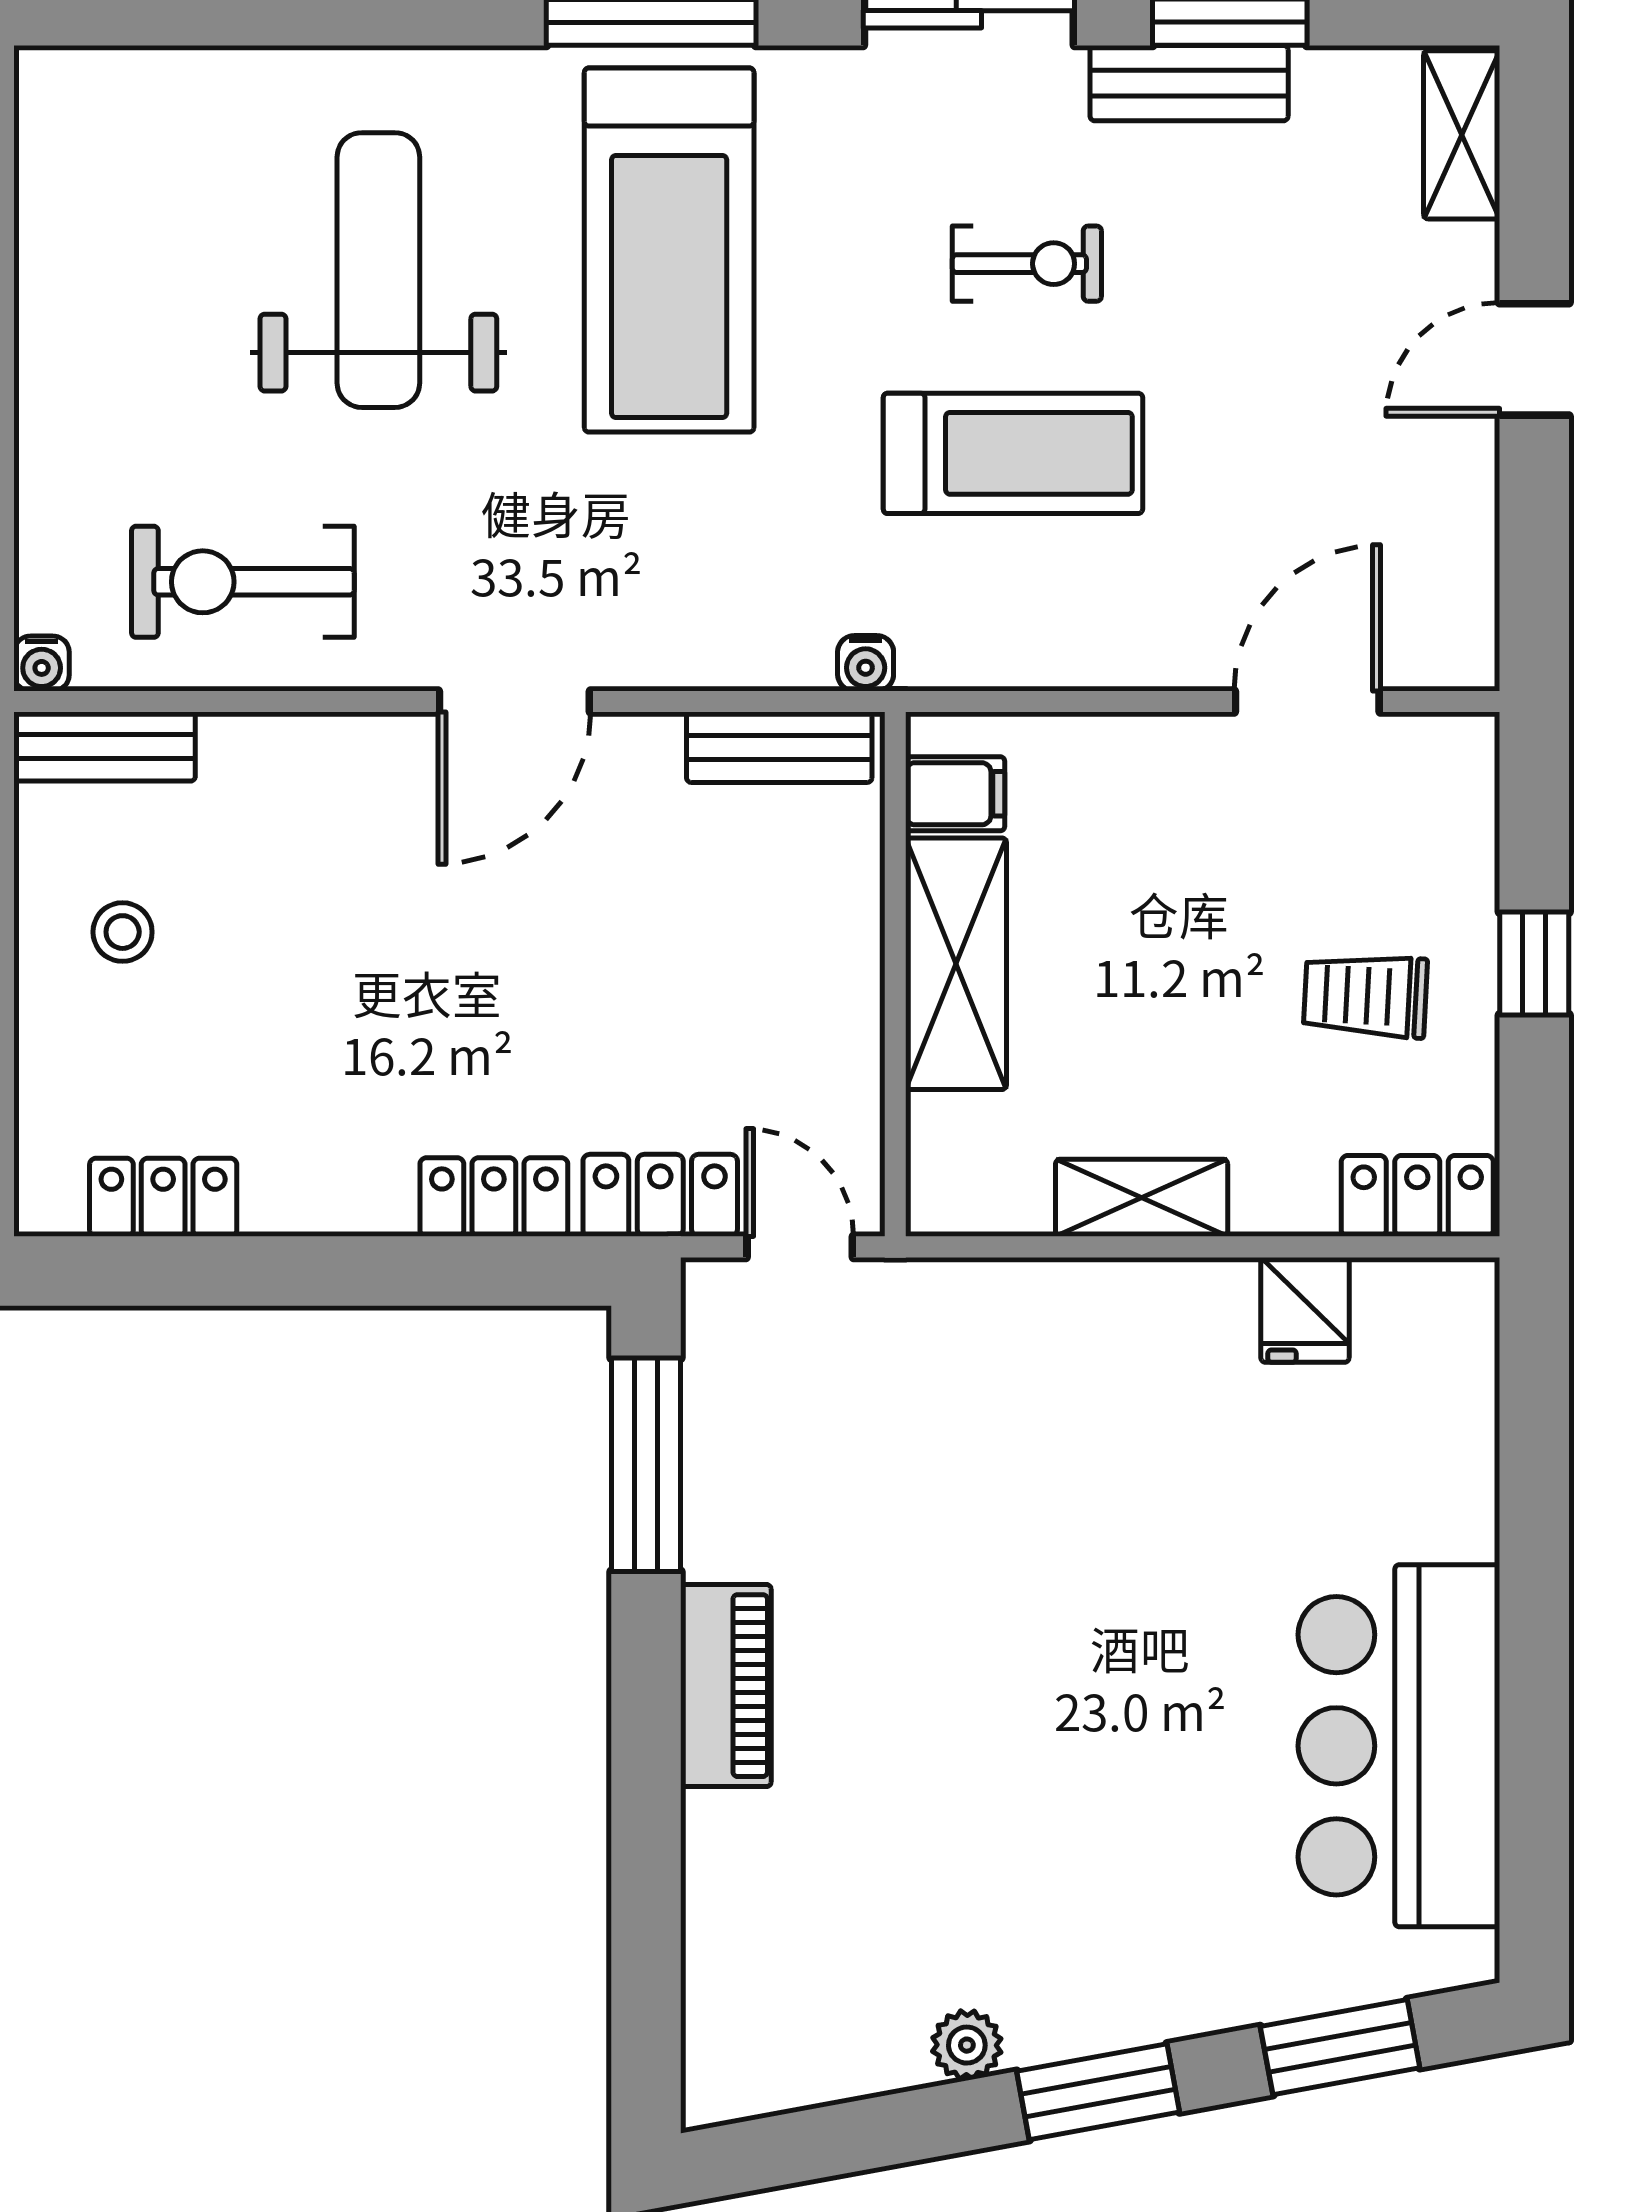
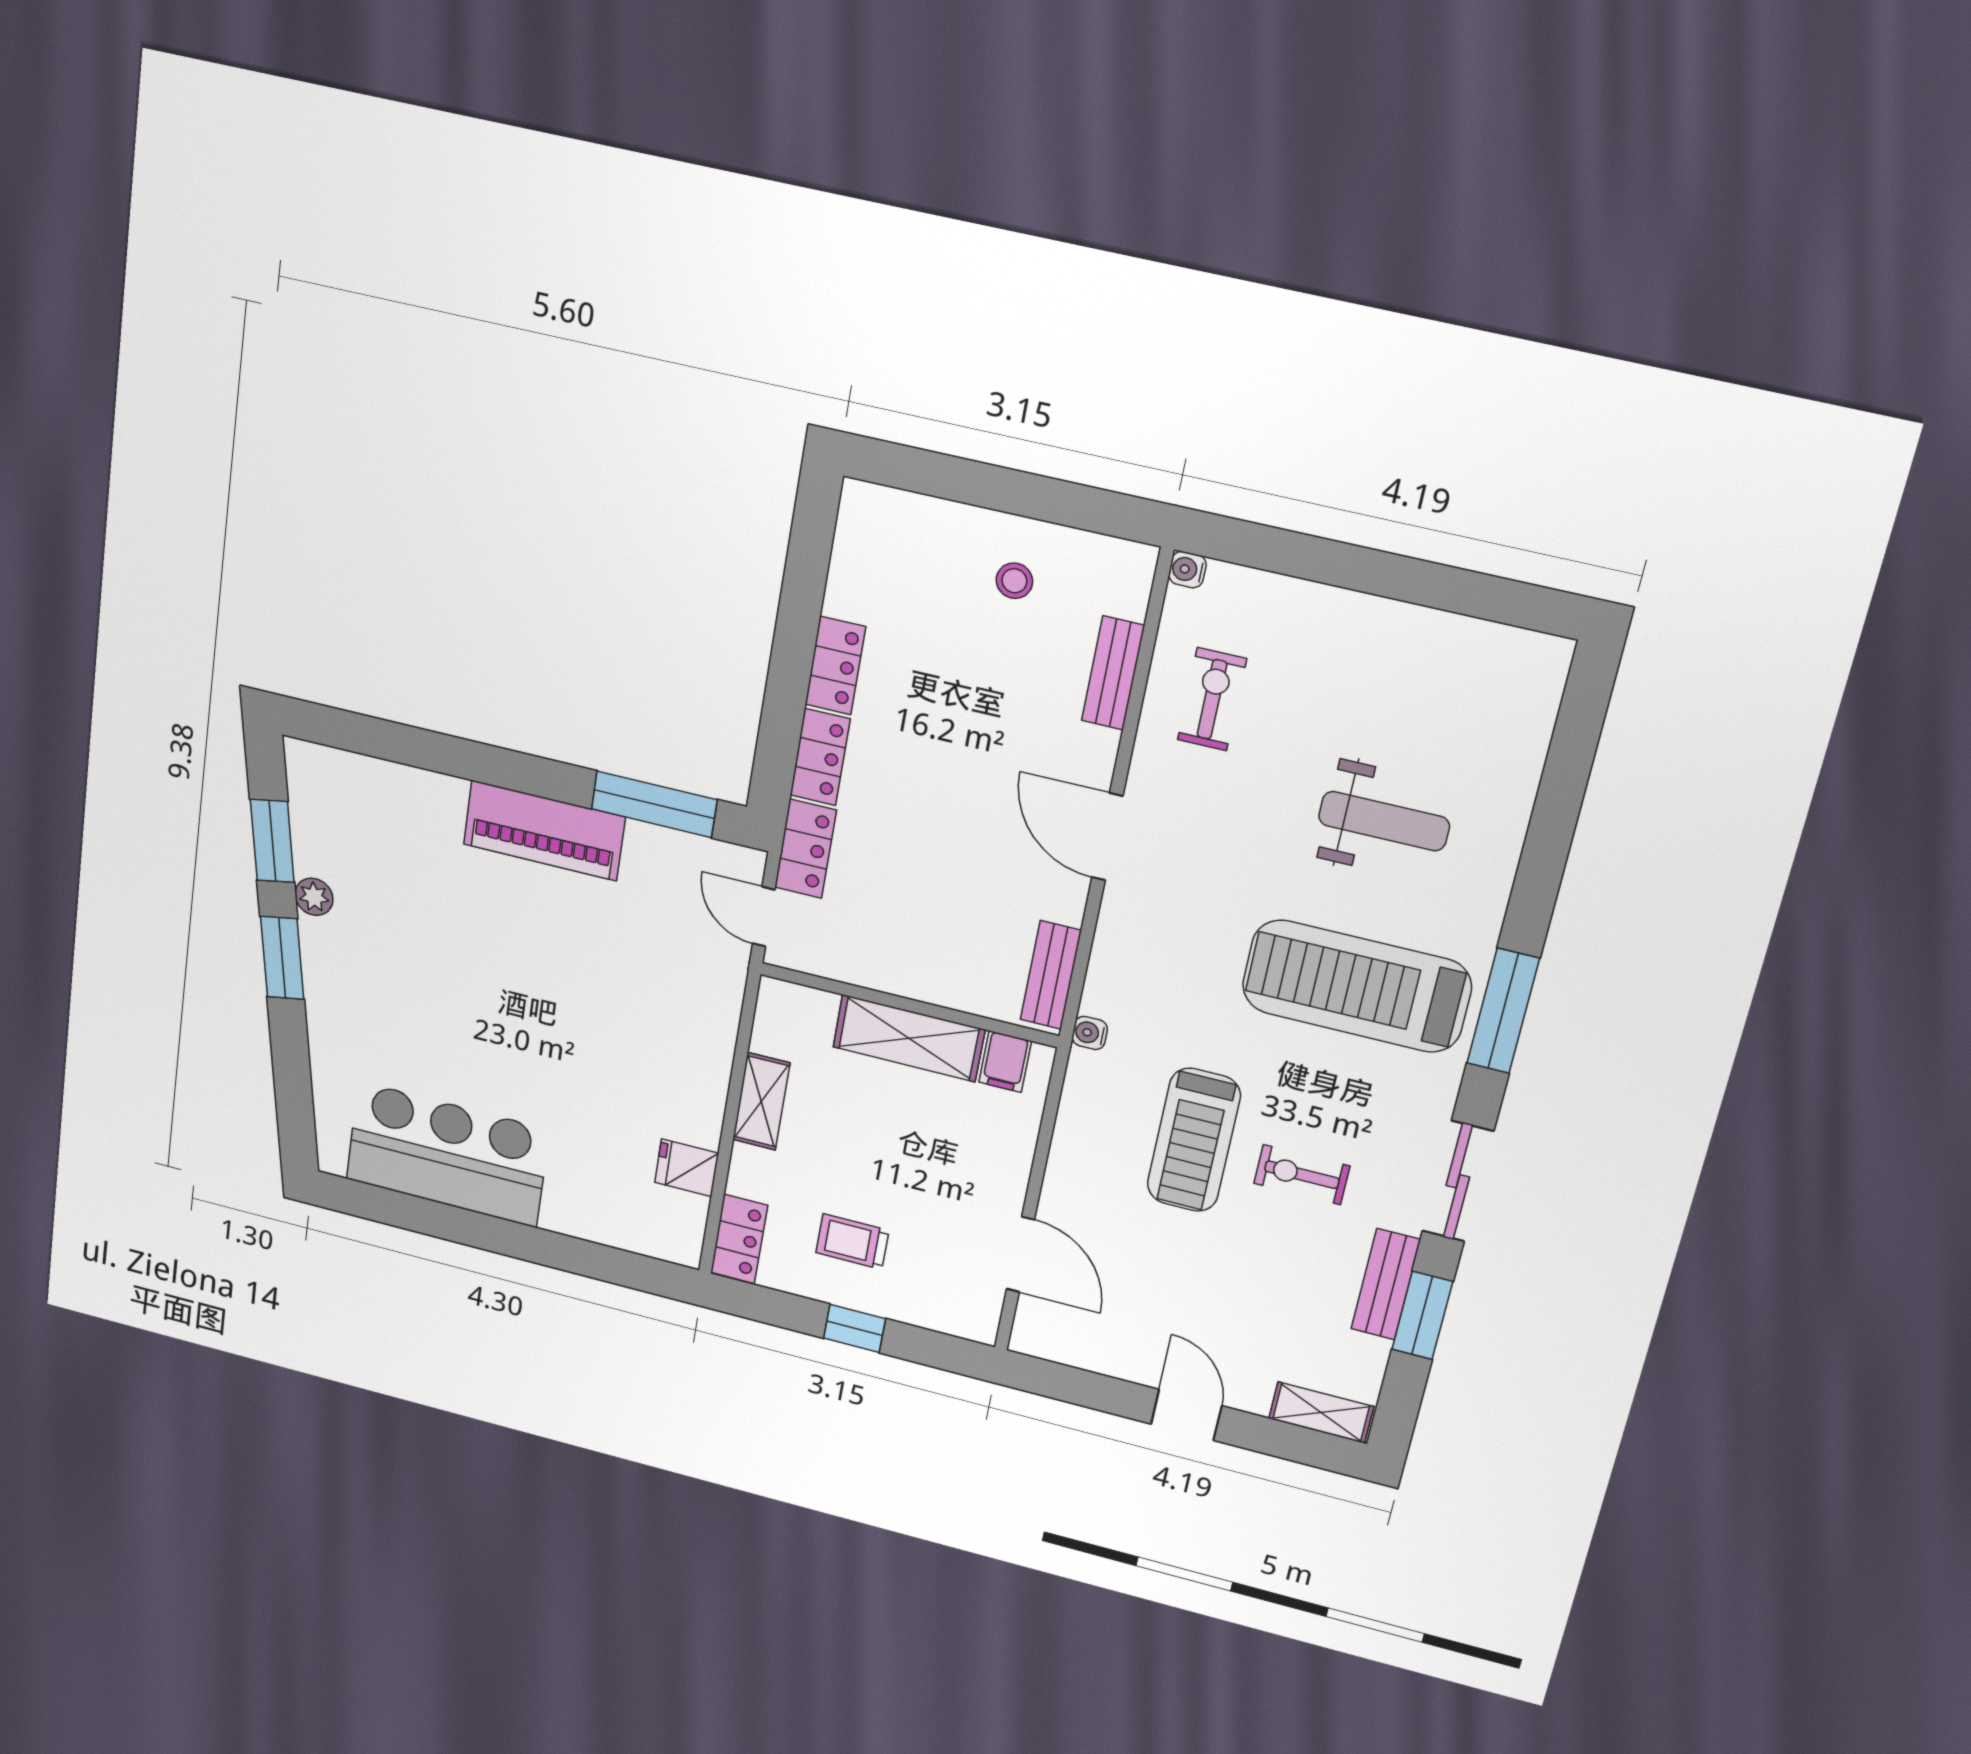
exercise bike: (1027, 264) -> (1302, 1175), turned 90
weight bench: (378, 270) -> (1384, 821), width x0.73, depth x0.75
exercise bike: (243, 582) -> (1212, 699), width x0.73, depth x0.72
bench: (105, 746) -> (1113, 673), moved
trolley: (1365, 996) -> (852, 1242), turned -93
locker: (163, 1197) -> (835, 666), moved
door: (800, 1247) -> (764, 917), swing flipped
piano: (726, 1686) -> (544, 831), width x1.37, depth x1.33
window: (1340, 2047) -> (272, 841), moved

